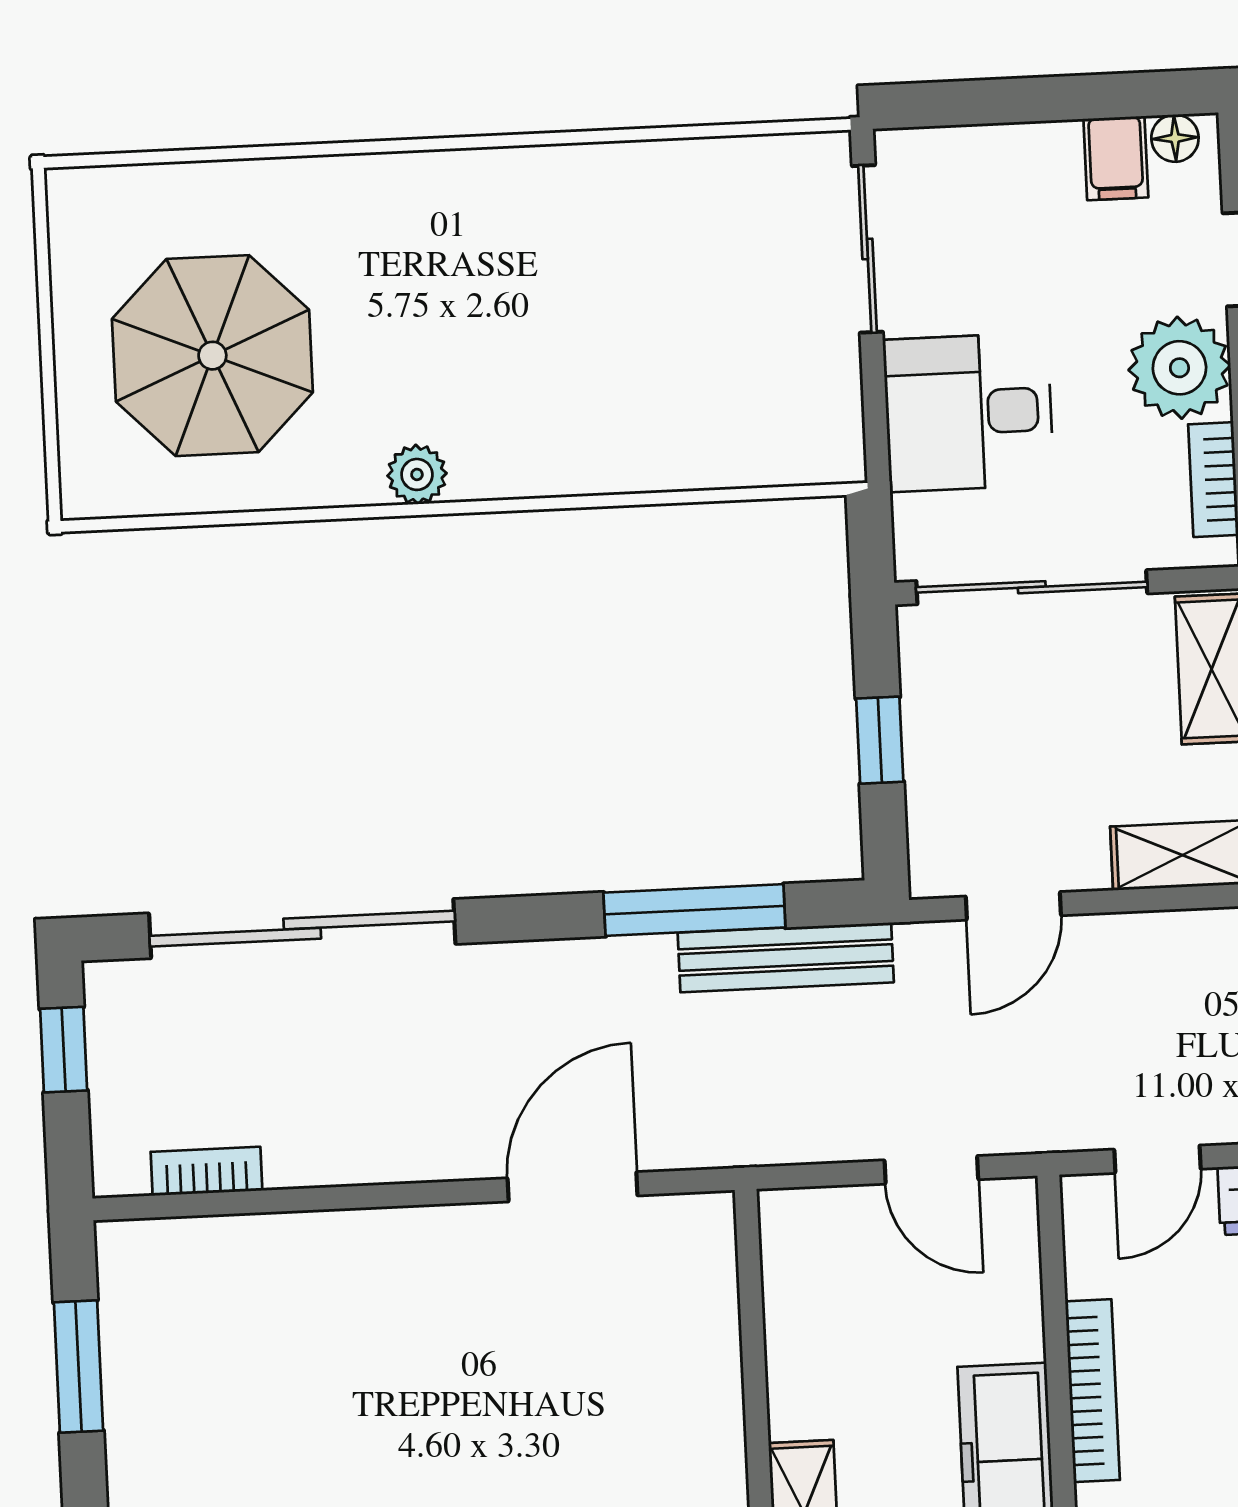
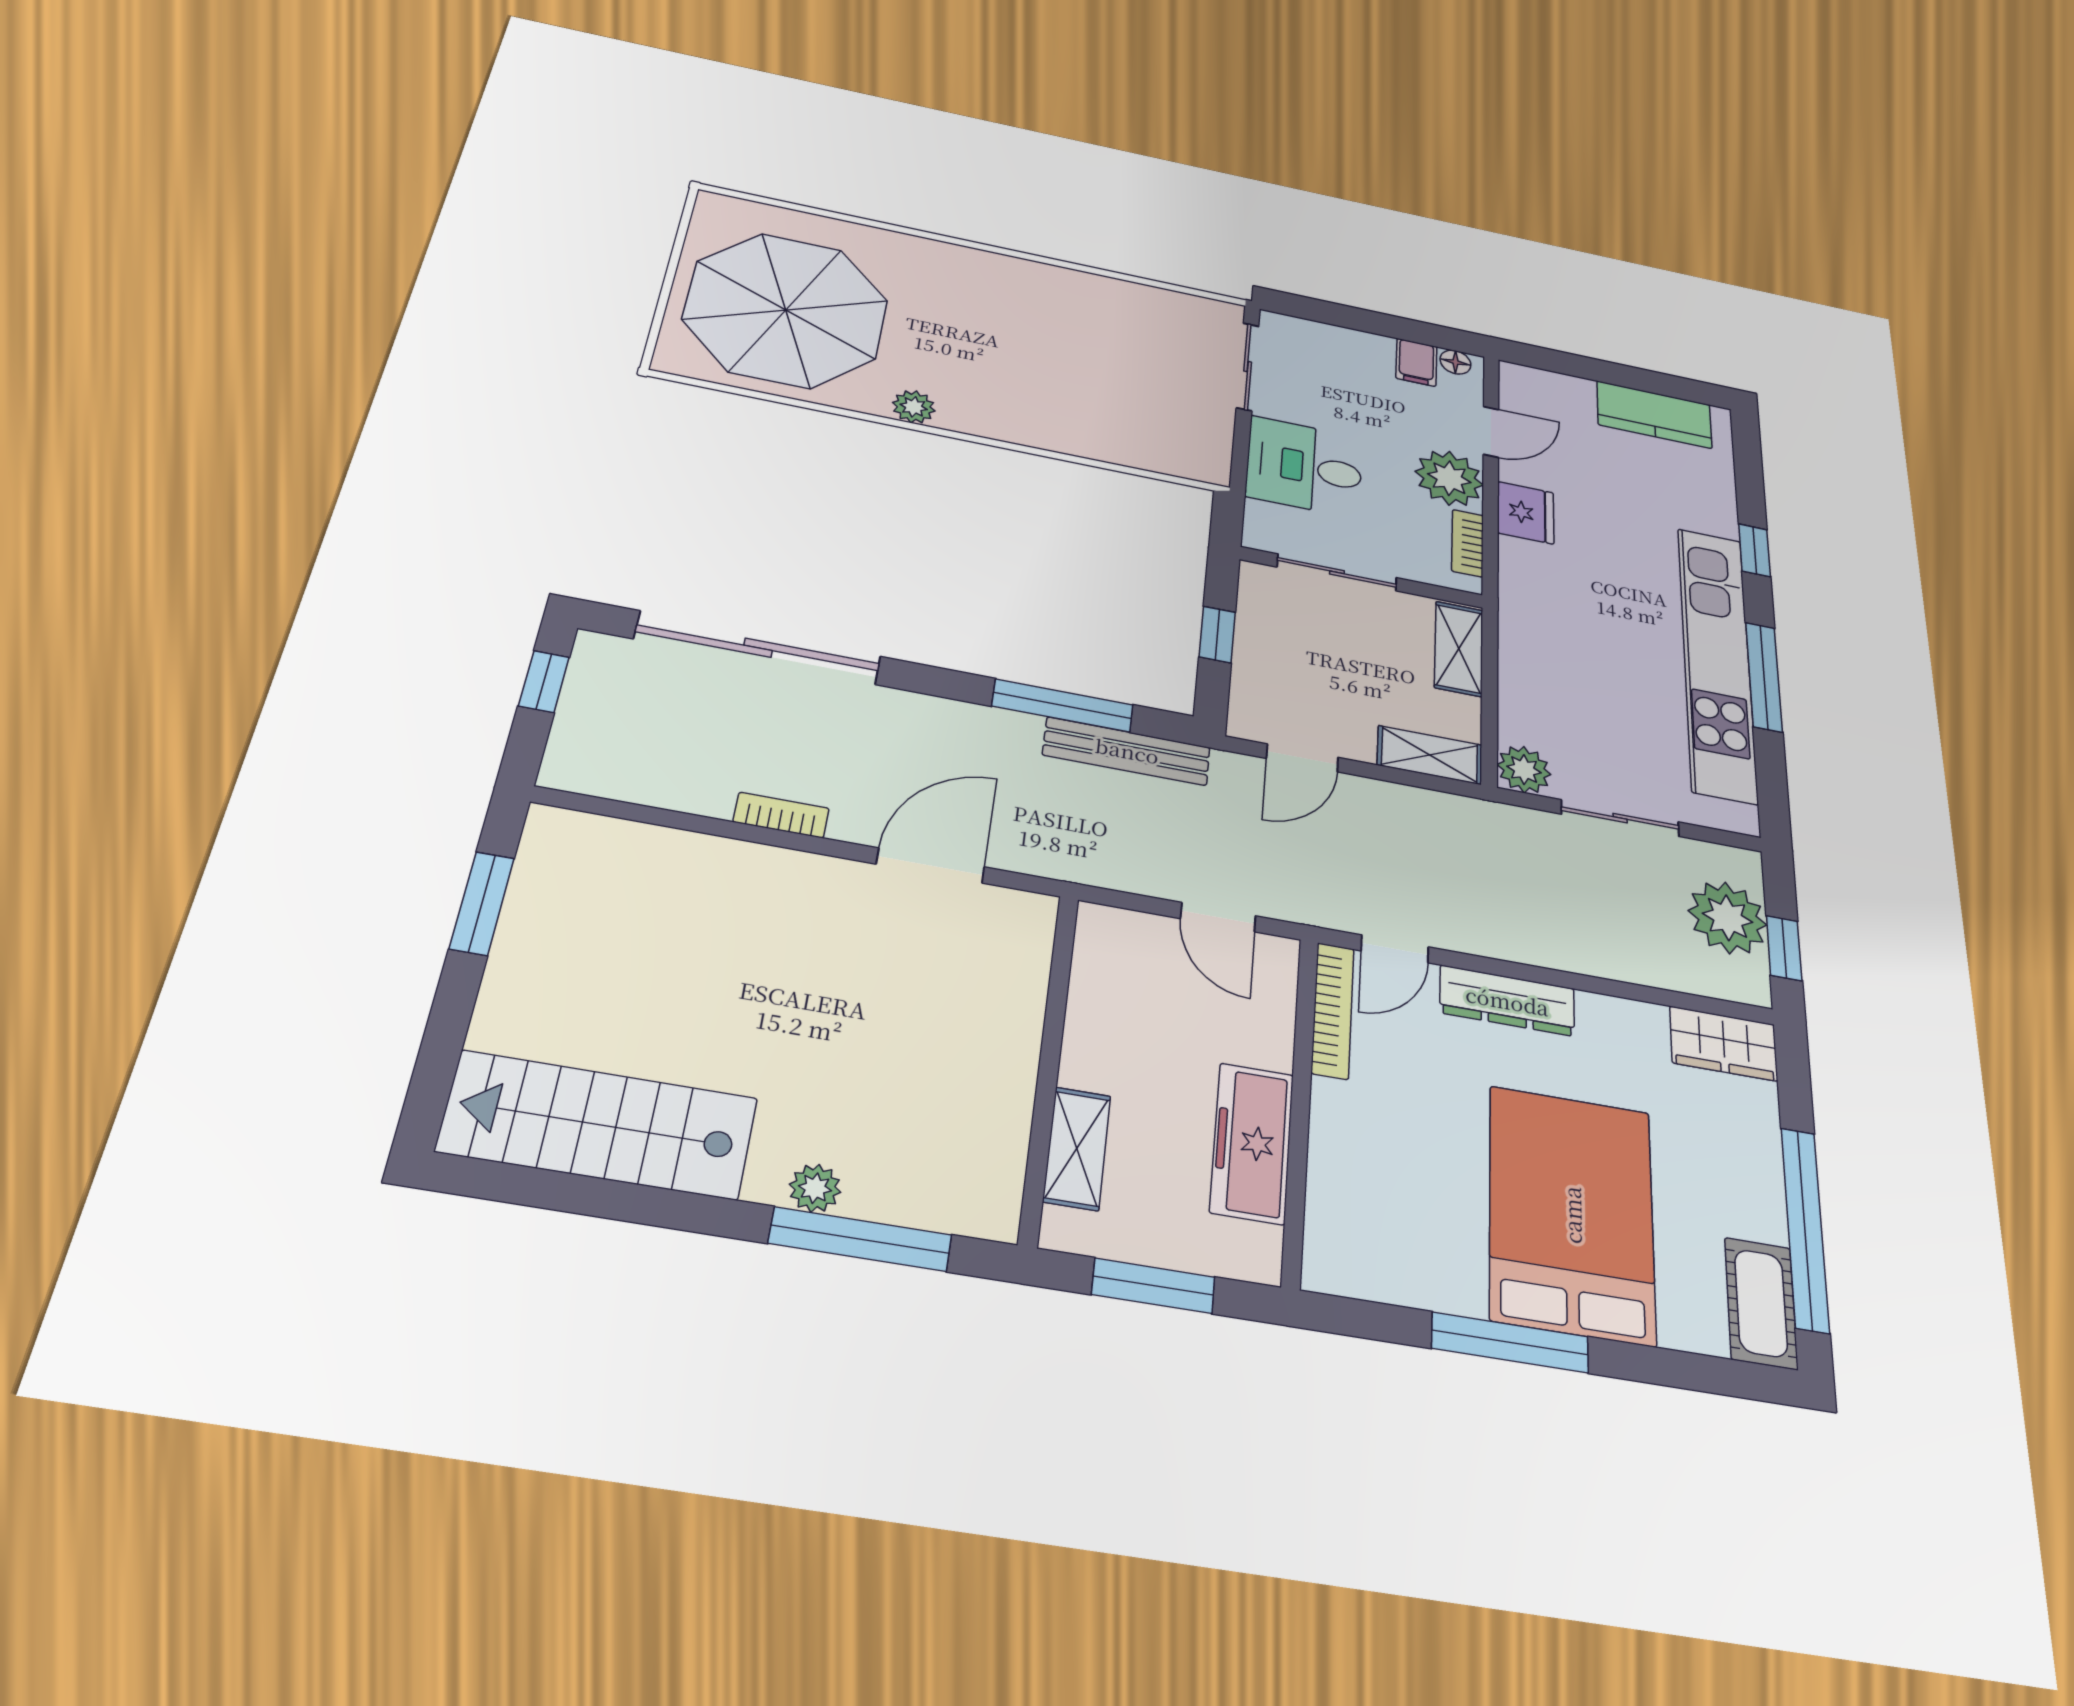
parasol: (212, 356) -> (786, 310), width x1.36, depth x1.36
sliding door: (1032, 587) -> (1337, 572), width x0.73
bookcase: (206, 1171) -> (781, 815), moved
bookcase: (1093, 1391) -> (1333, 1010), moved

